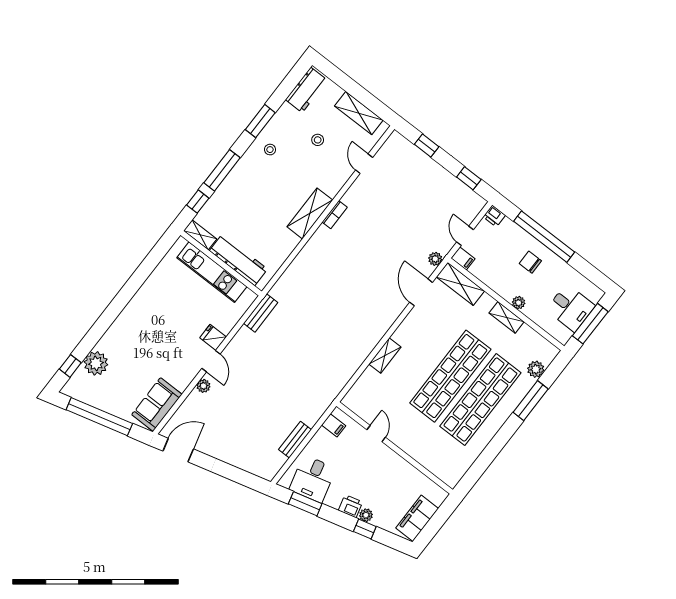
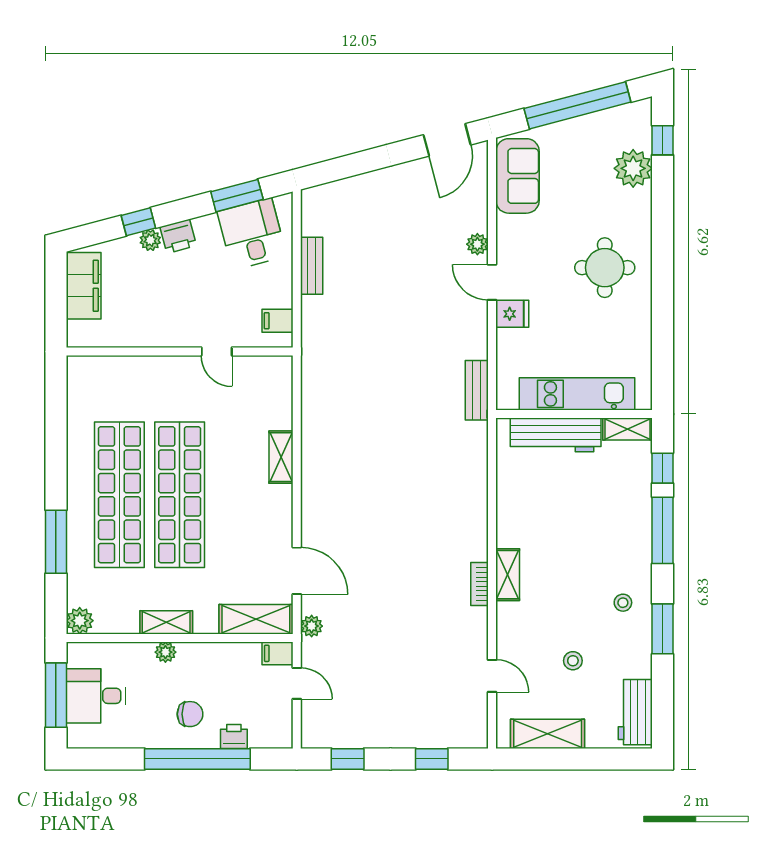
shelving: (310, 213) -> (508, 575), width x0.67, depth x0.75
printer: (494, 216) -> (234, 736), moved
round table: (149, 325) -> (605, 268), added
plant: (536, 369) -> (80, 621), moved

